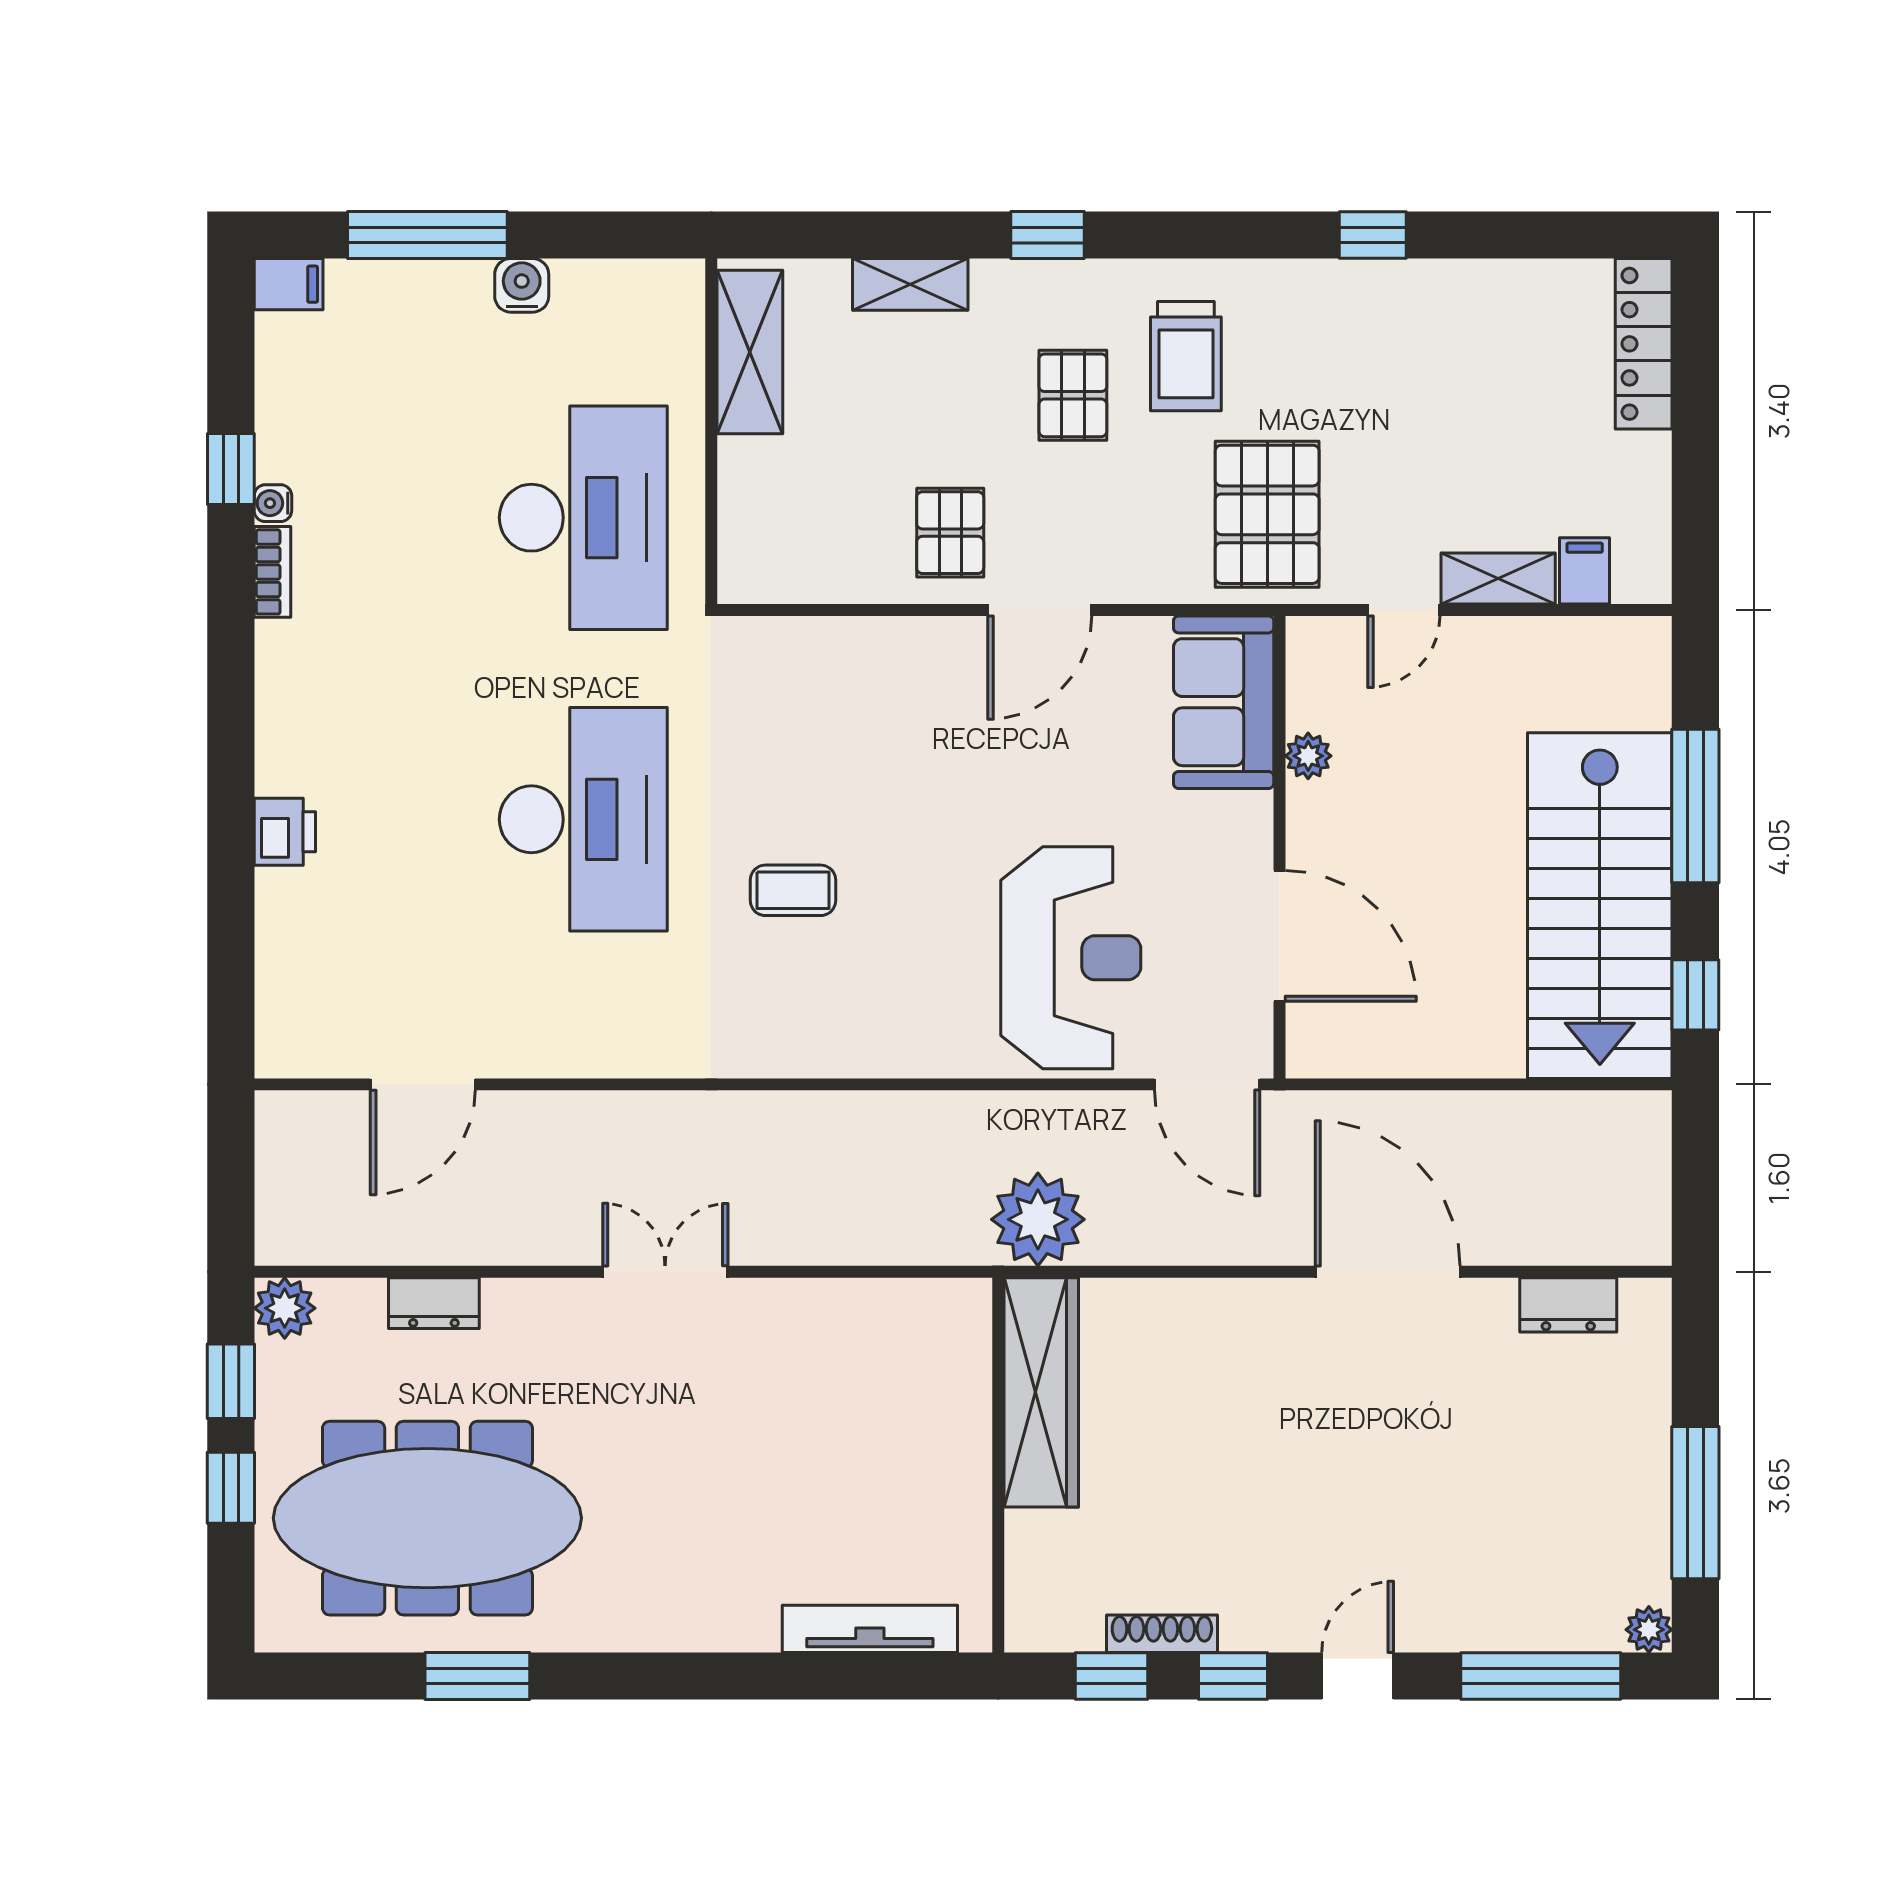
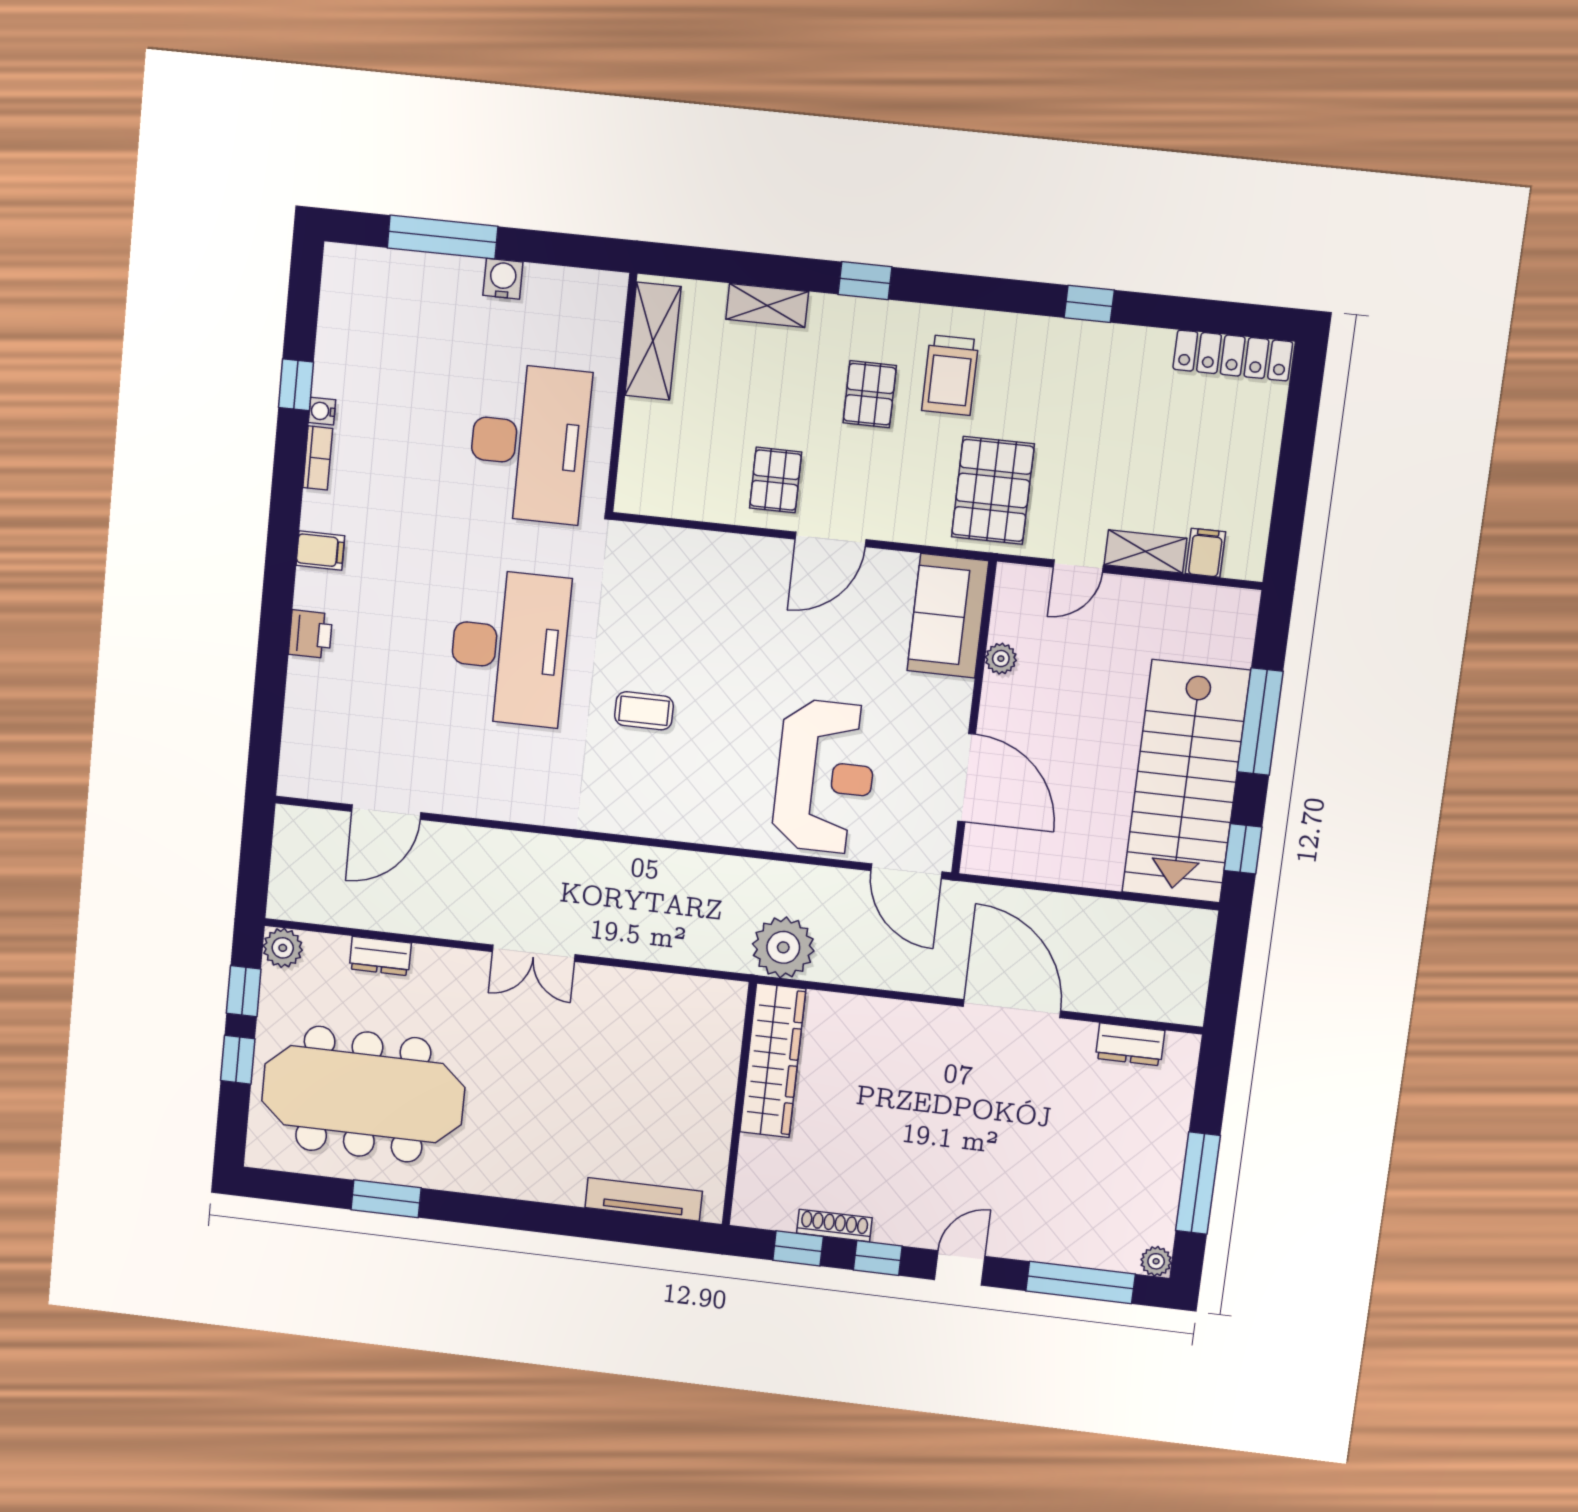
filing cabinet: (289, 284) -> (320, 550), moved
locker: (1644, 344) -> (1233, 355), moved, turned -90
double door: (665, 1272) -> (534, 953), swing flipped

